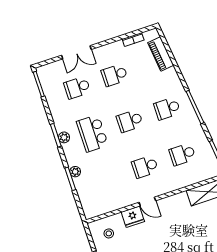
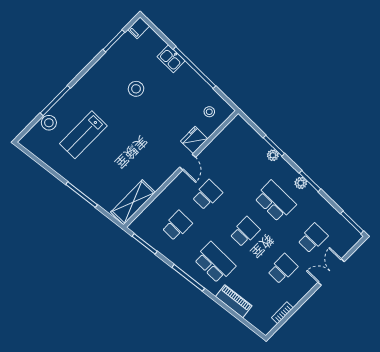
piano: (161, 54) -> (234, 301), moved
school desk: (167, 108) -> (215, 263), width x1.85
door: (147, 201) -> (188, 162), swing flipped

